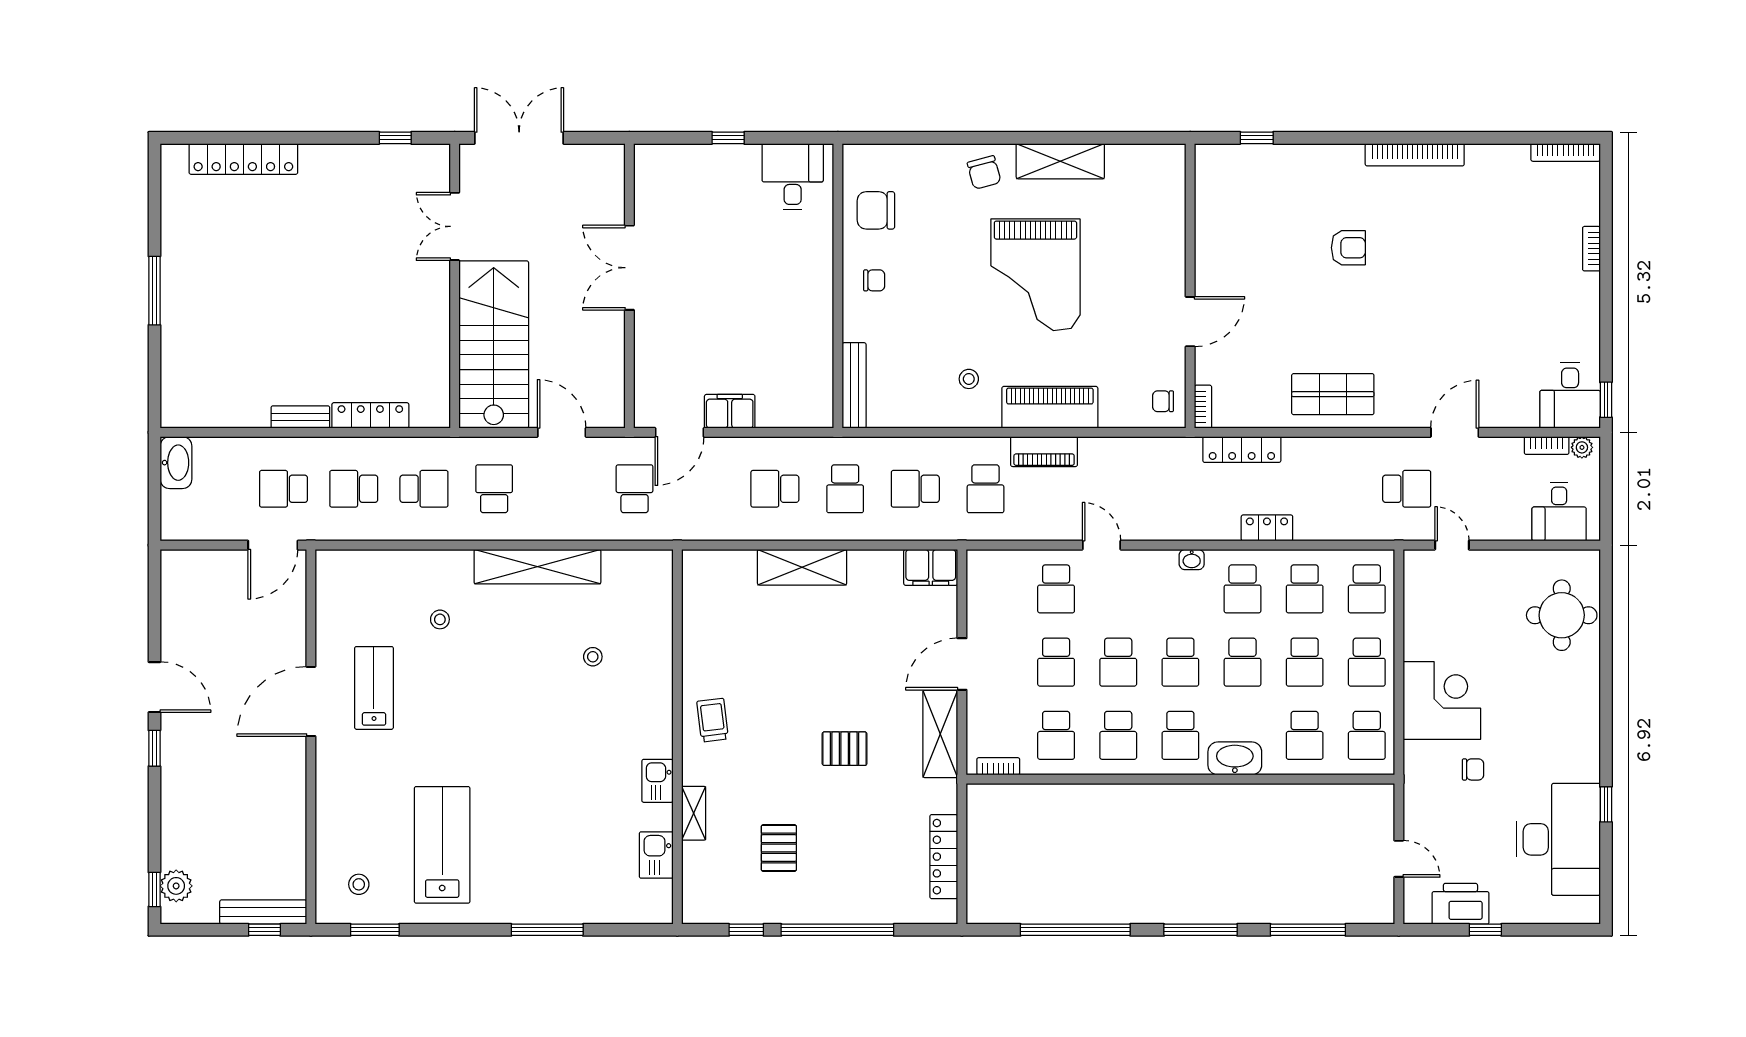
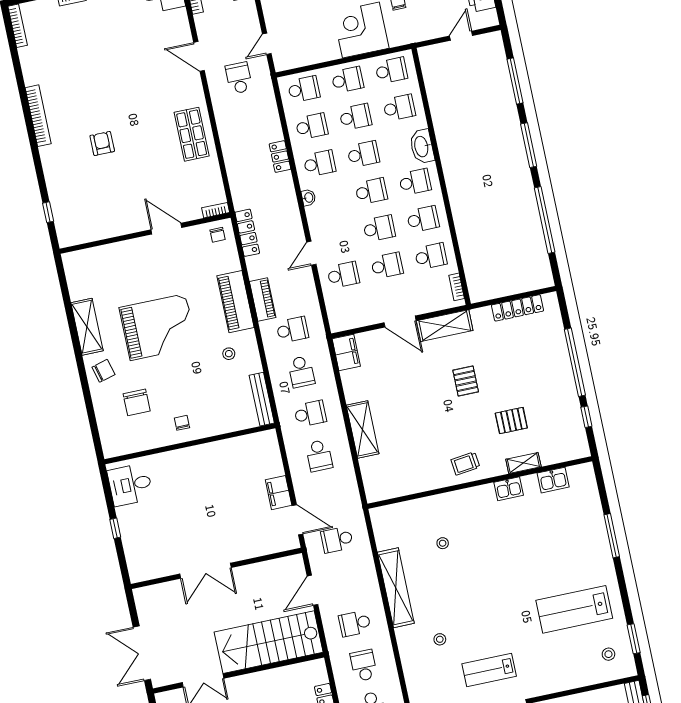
chair: (876, 210) -> (137, 402), moved
bench: (854, 385) -> (262, 399), moved, turned 90
locker: (1242, 450) -> (247, 233), moved
pallet: (779, 848) -> (511, 421), moved

